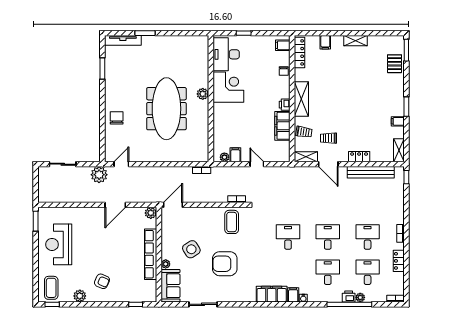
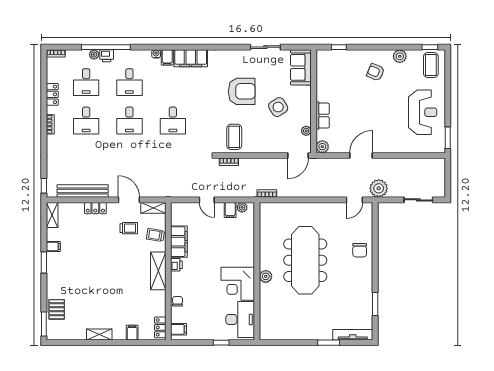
locker: (300, 52) -> (160, 327), width x0.66
row of seats: (151, 254) -> (323, 116), width x0.50
plant: (166, 264) -> (306, 131), moved

